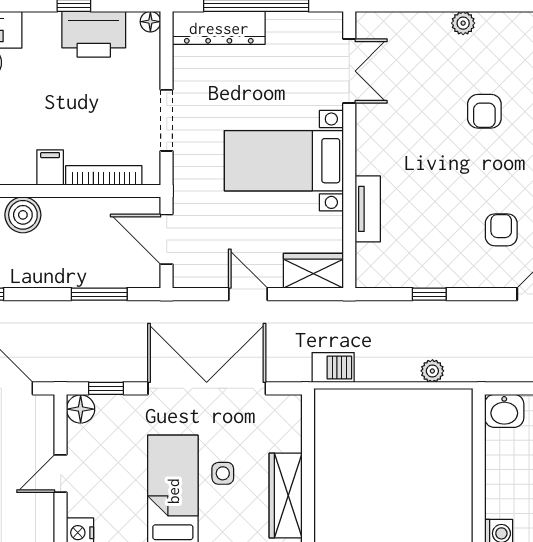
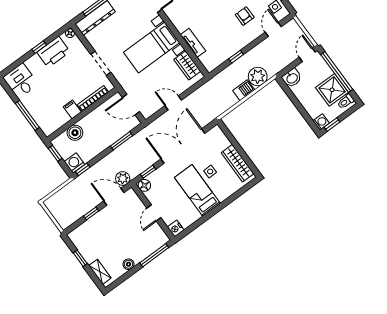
wardrobe: (313, 271) -> (187, 65), moved, turned -90
plant: (49, 366) -> (123, 179), added
barbecue: (333, 368) -> (244, 90), moved
plant: (432, 371) -> (258, 76), width x1.88, depth x1.88

